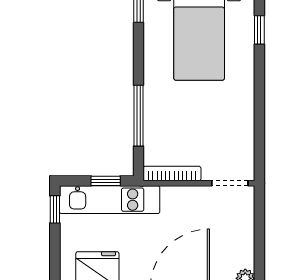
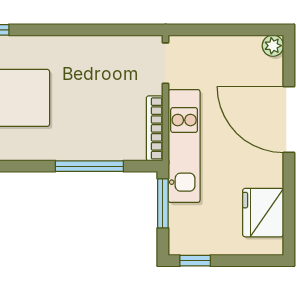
window: (106, 181) -> (163, 203), width x1.50
kitchen unit: (110, 200) -> (184, 146), moved

